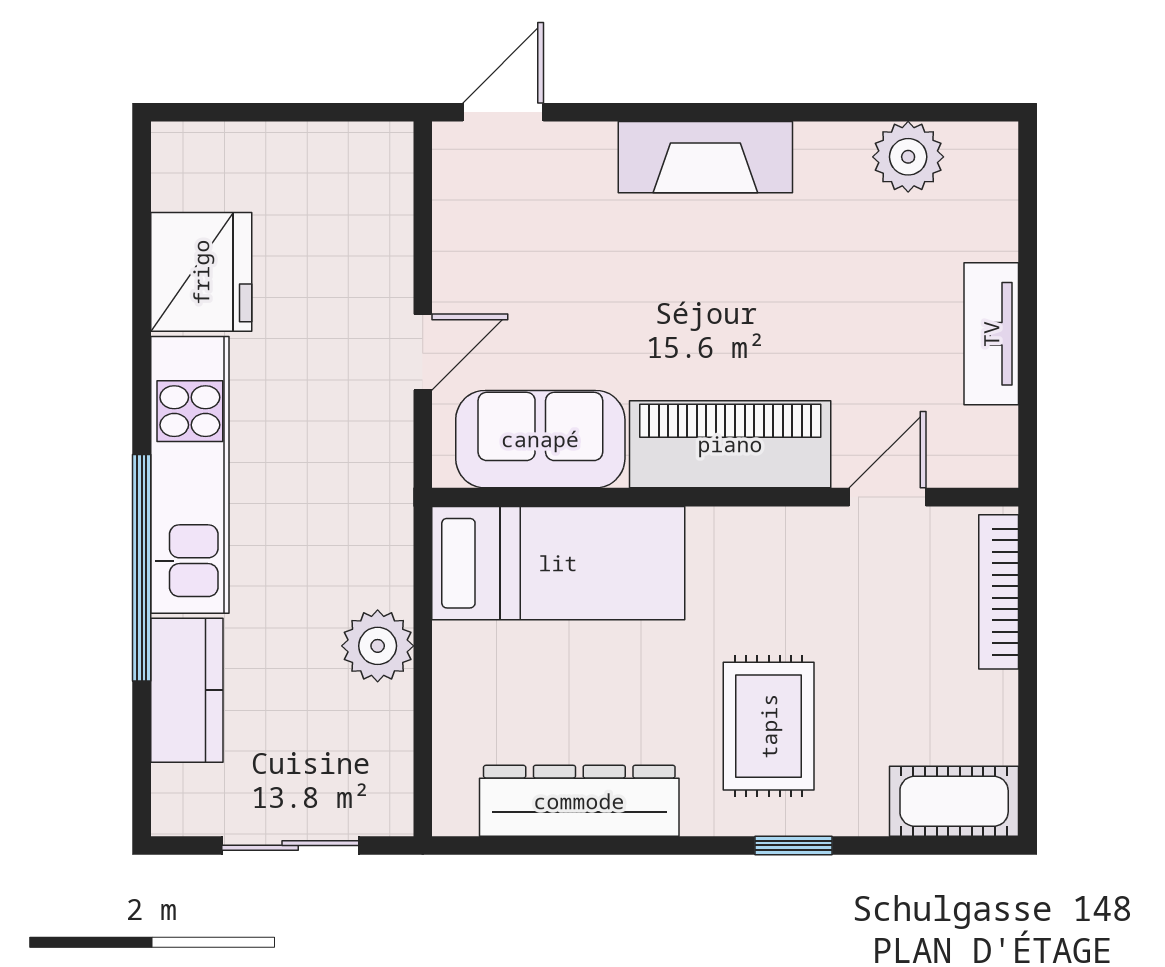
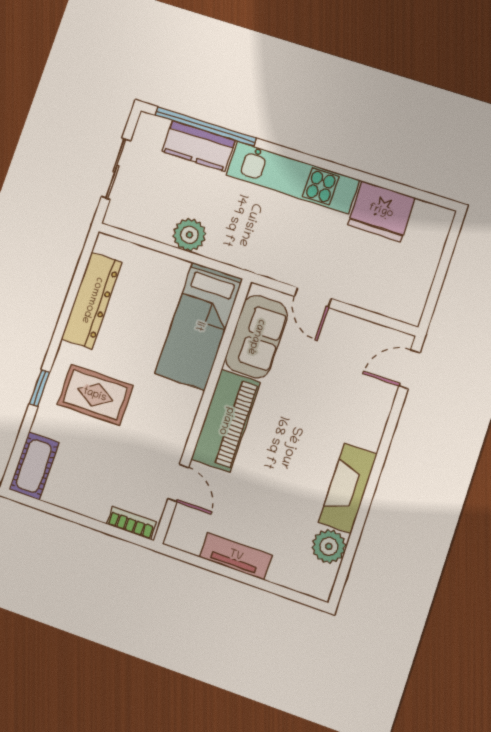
door: (503, 112) -> (409, 369), swing flipped
fireplace: (705, 157) -> (348, 488), moved
window: (142, 568) -> (206, 127), moved
bookcase: (999, 592) -> (131, 523), width x0.64

